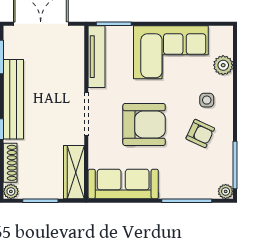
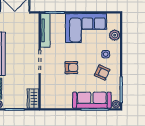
armchair: (144, 125) -> (71, 68), width x0.53, depth x0.53
wardrobe: (74, 172) -> (33, 99), width x0.67
sofa: (123, 184) -> (92, 100), moved

